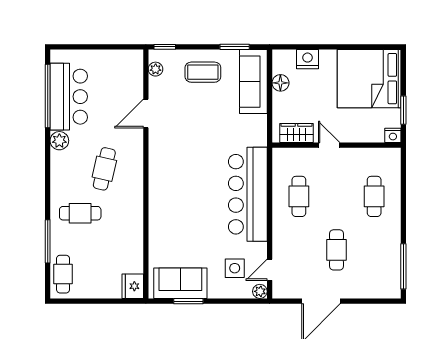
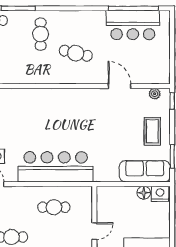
nightstand: (308, 59) -> (160, 194), moved, turned -90
wardrobe: (297, 133) -> (104, 205), removed
plant: (59, 141) -> (98, 18), removed

